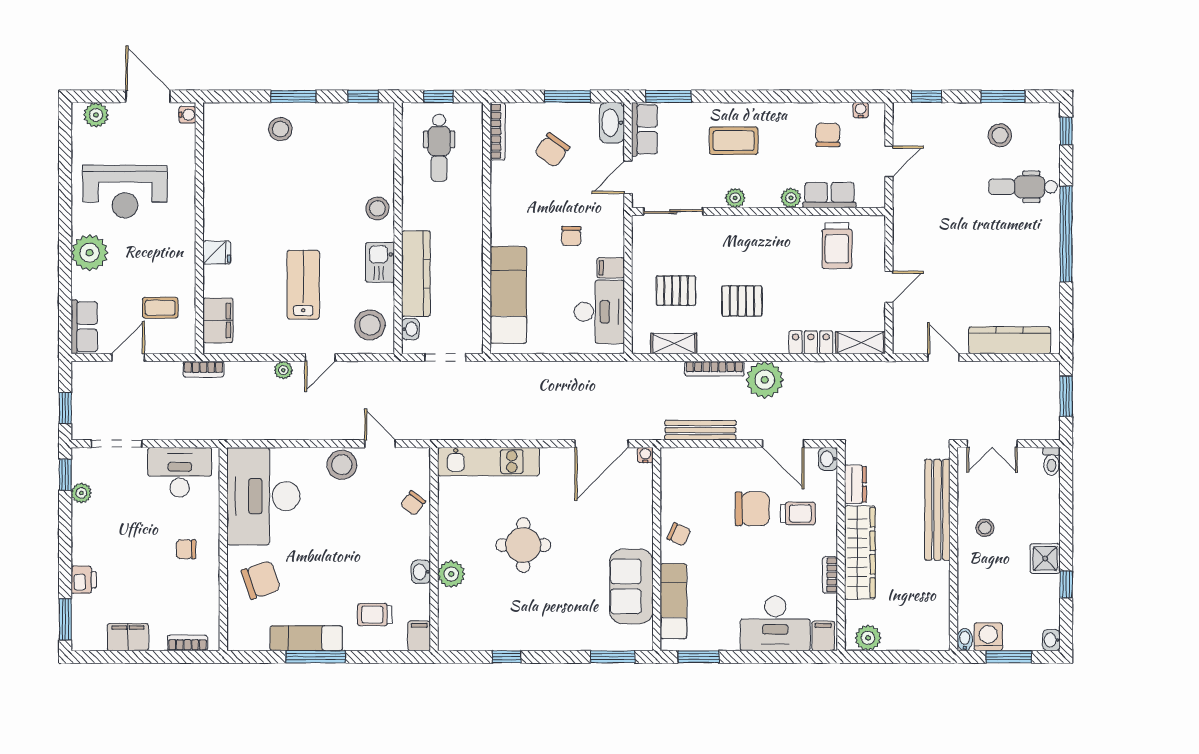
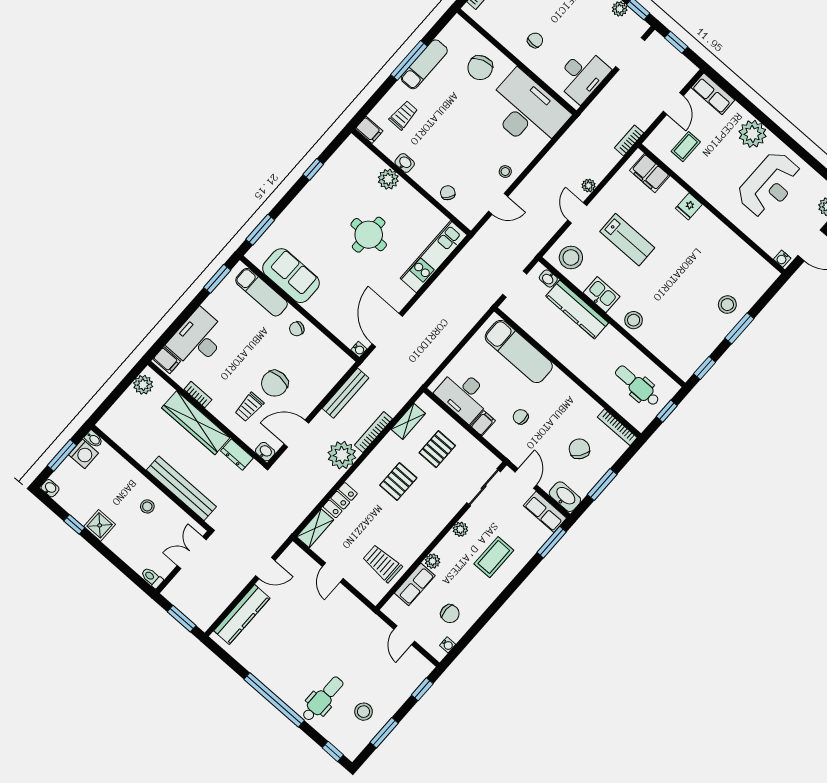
reception desk: (125, 192) -> (770, 185), turned 180
stool: (342, 465) -> (505, 172), width x0.53, depth x0.53

